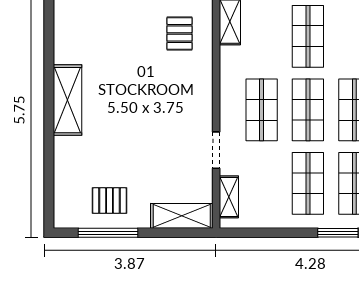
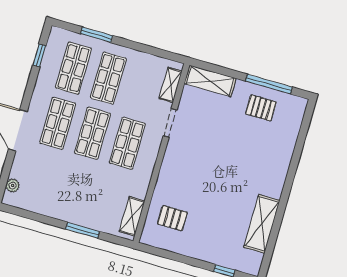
pallet: (180, 33) -> (172, 218), turned 90
shop shelf: (308, 36) -> (77, 188), removed
shelving: (67, 100) -> (262, 224), moved

